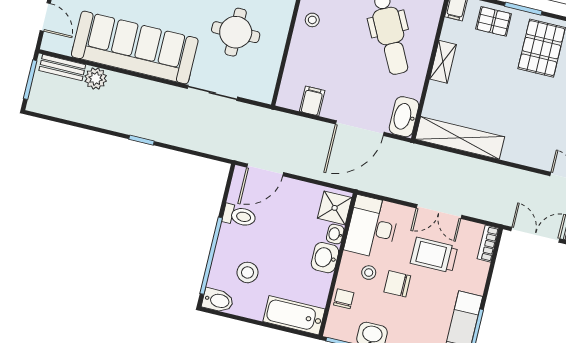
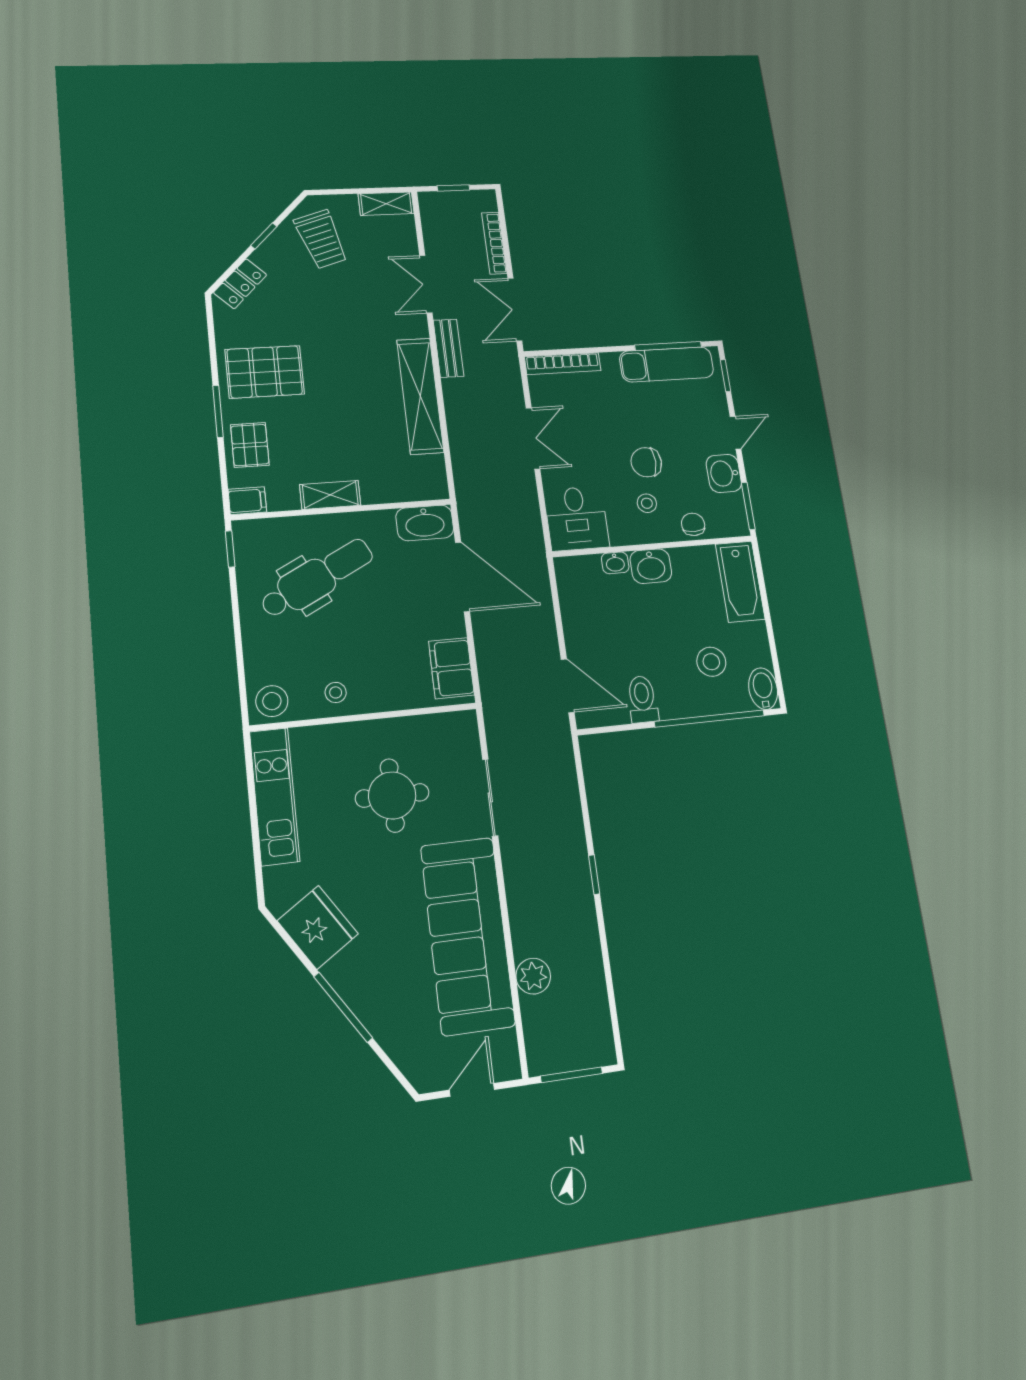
bench: (62, 68) -> (448, 348), moved
filing cabinet: (312, 101) -> (451, 668), width x2.00
shelving: (460, 138) -> (420, 396), moved
shower: (335, 208) -> (582, 575), removed
desk: (372, 227) -> (576, 518), width x0.73
bookcase: (488, 244) -> (563, 364), width x1.56
trolley: (434, 255) -> (591, 427), removed
chair: (397, 284) -> (646, 462), turned 90
chair: (344, 299) -> (693, 524), turned 90

